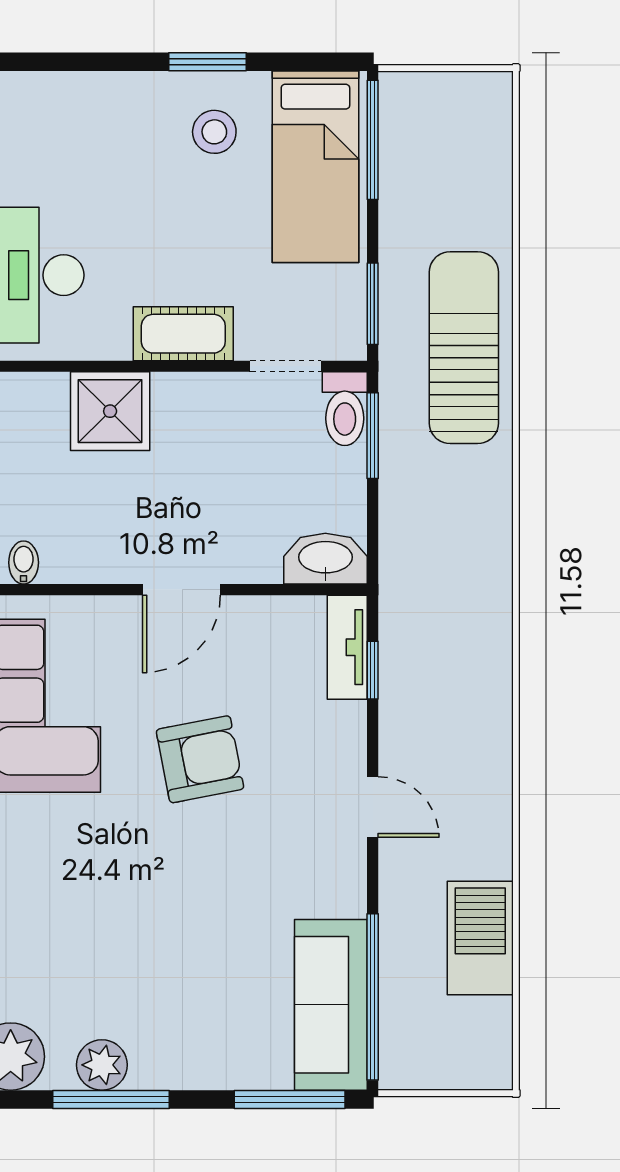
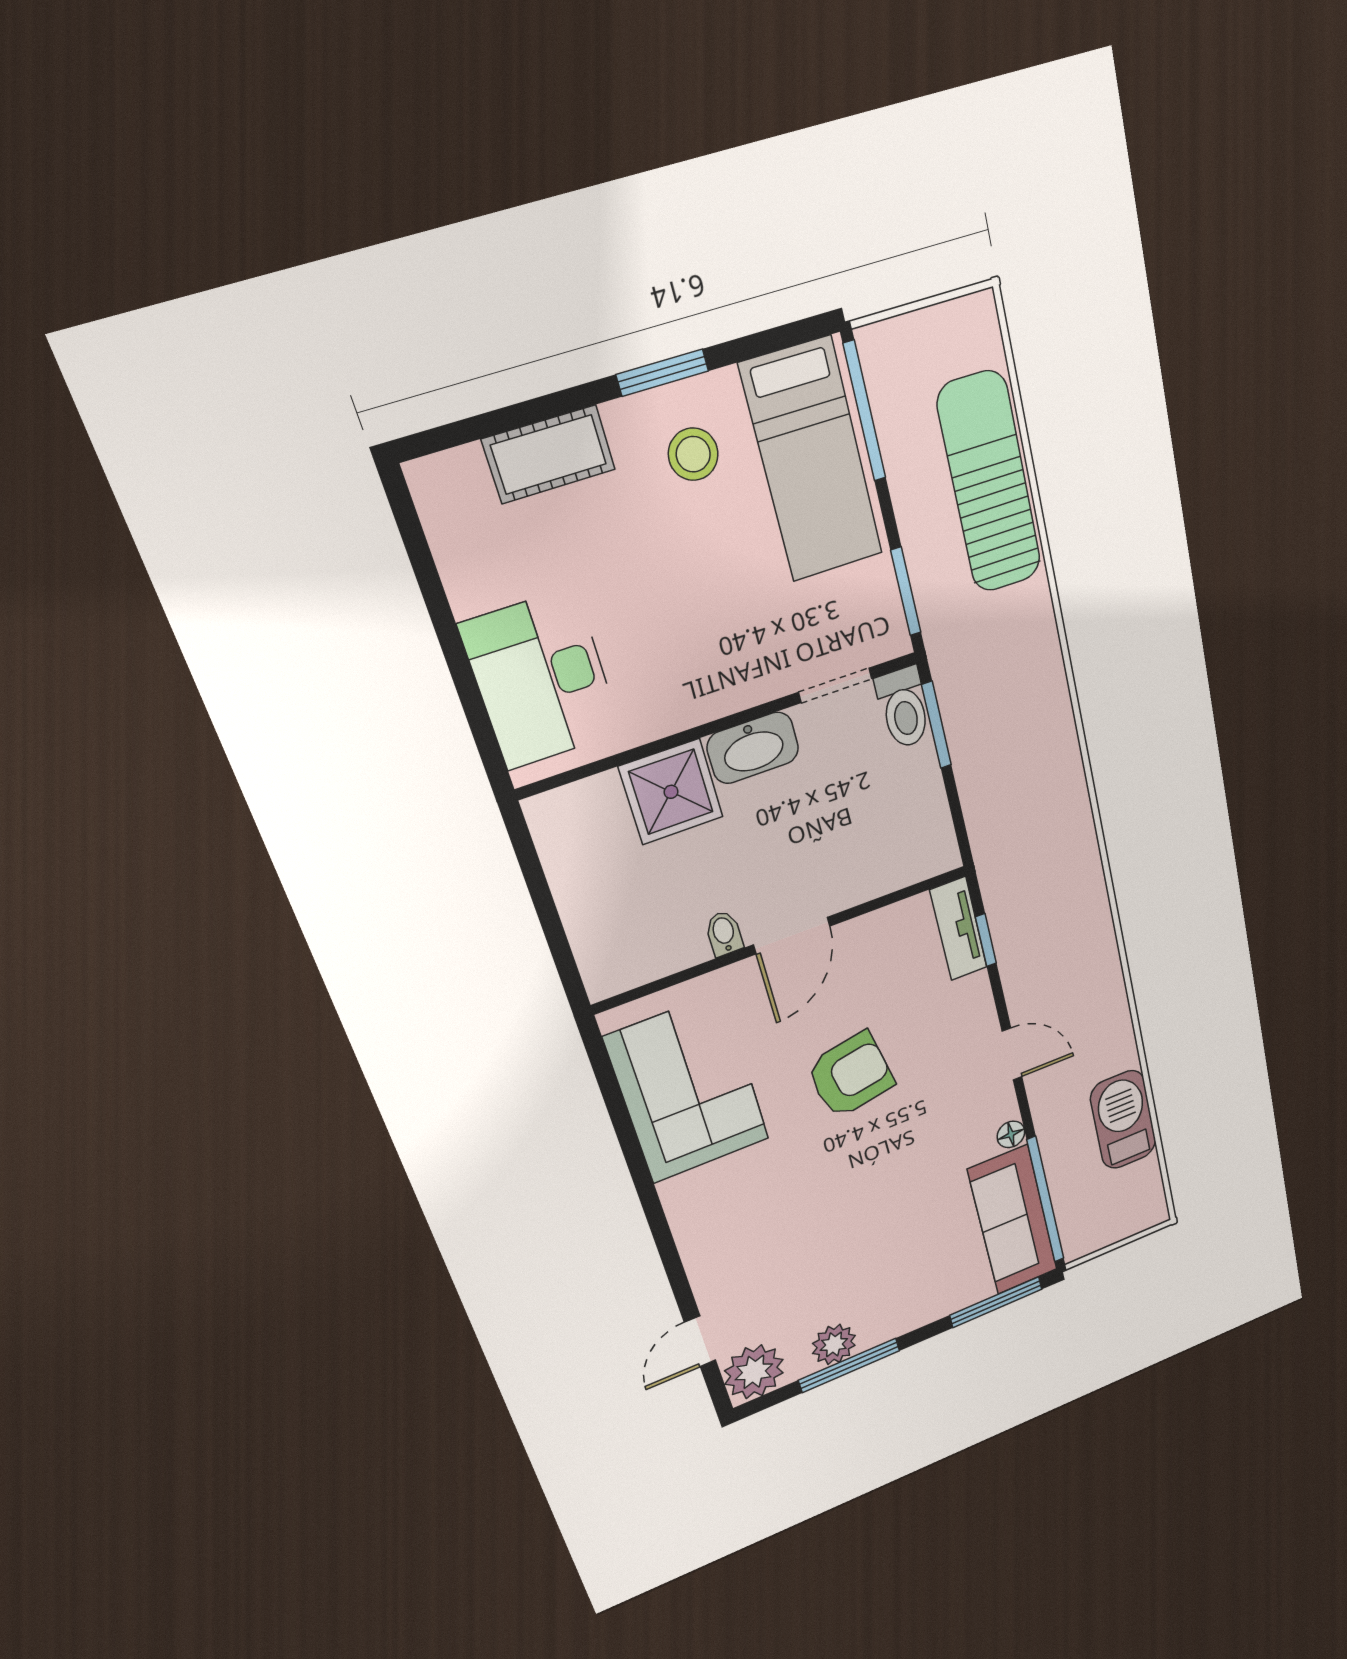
cot: (183, 334) -> (549, 454), moved
sun lounger: (464, 348) -> (990, 483), moved
washbasin: (325, 559) -> (753, 748), moved, turned 180
bidet: (24, 563) -> (724, 933), moved
floor lamp: (351, 900) -> (1011, 1134), added

